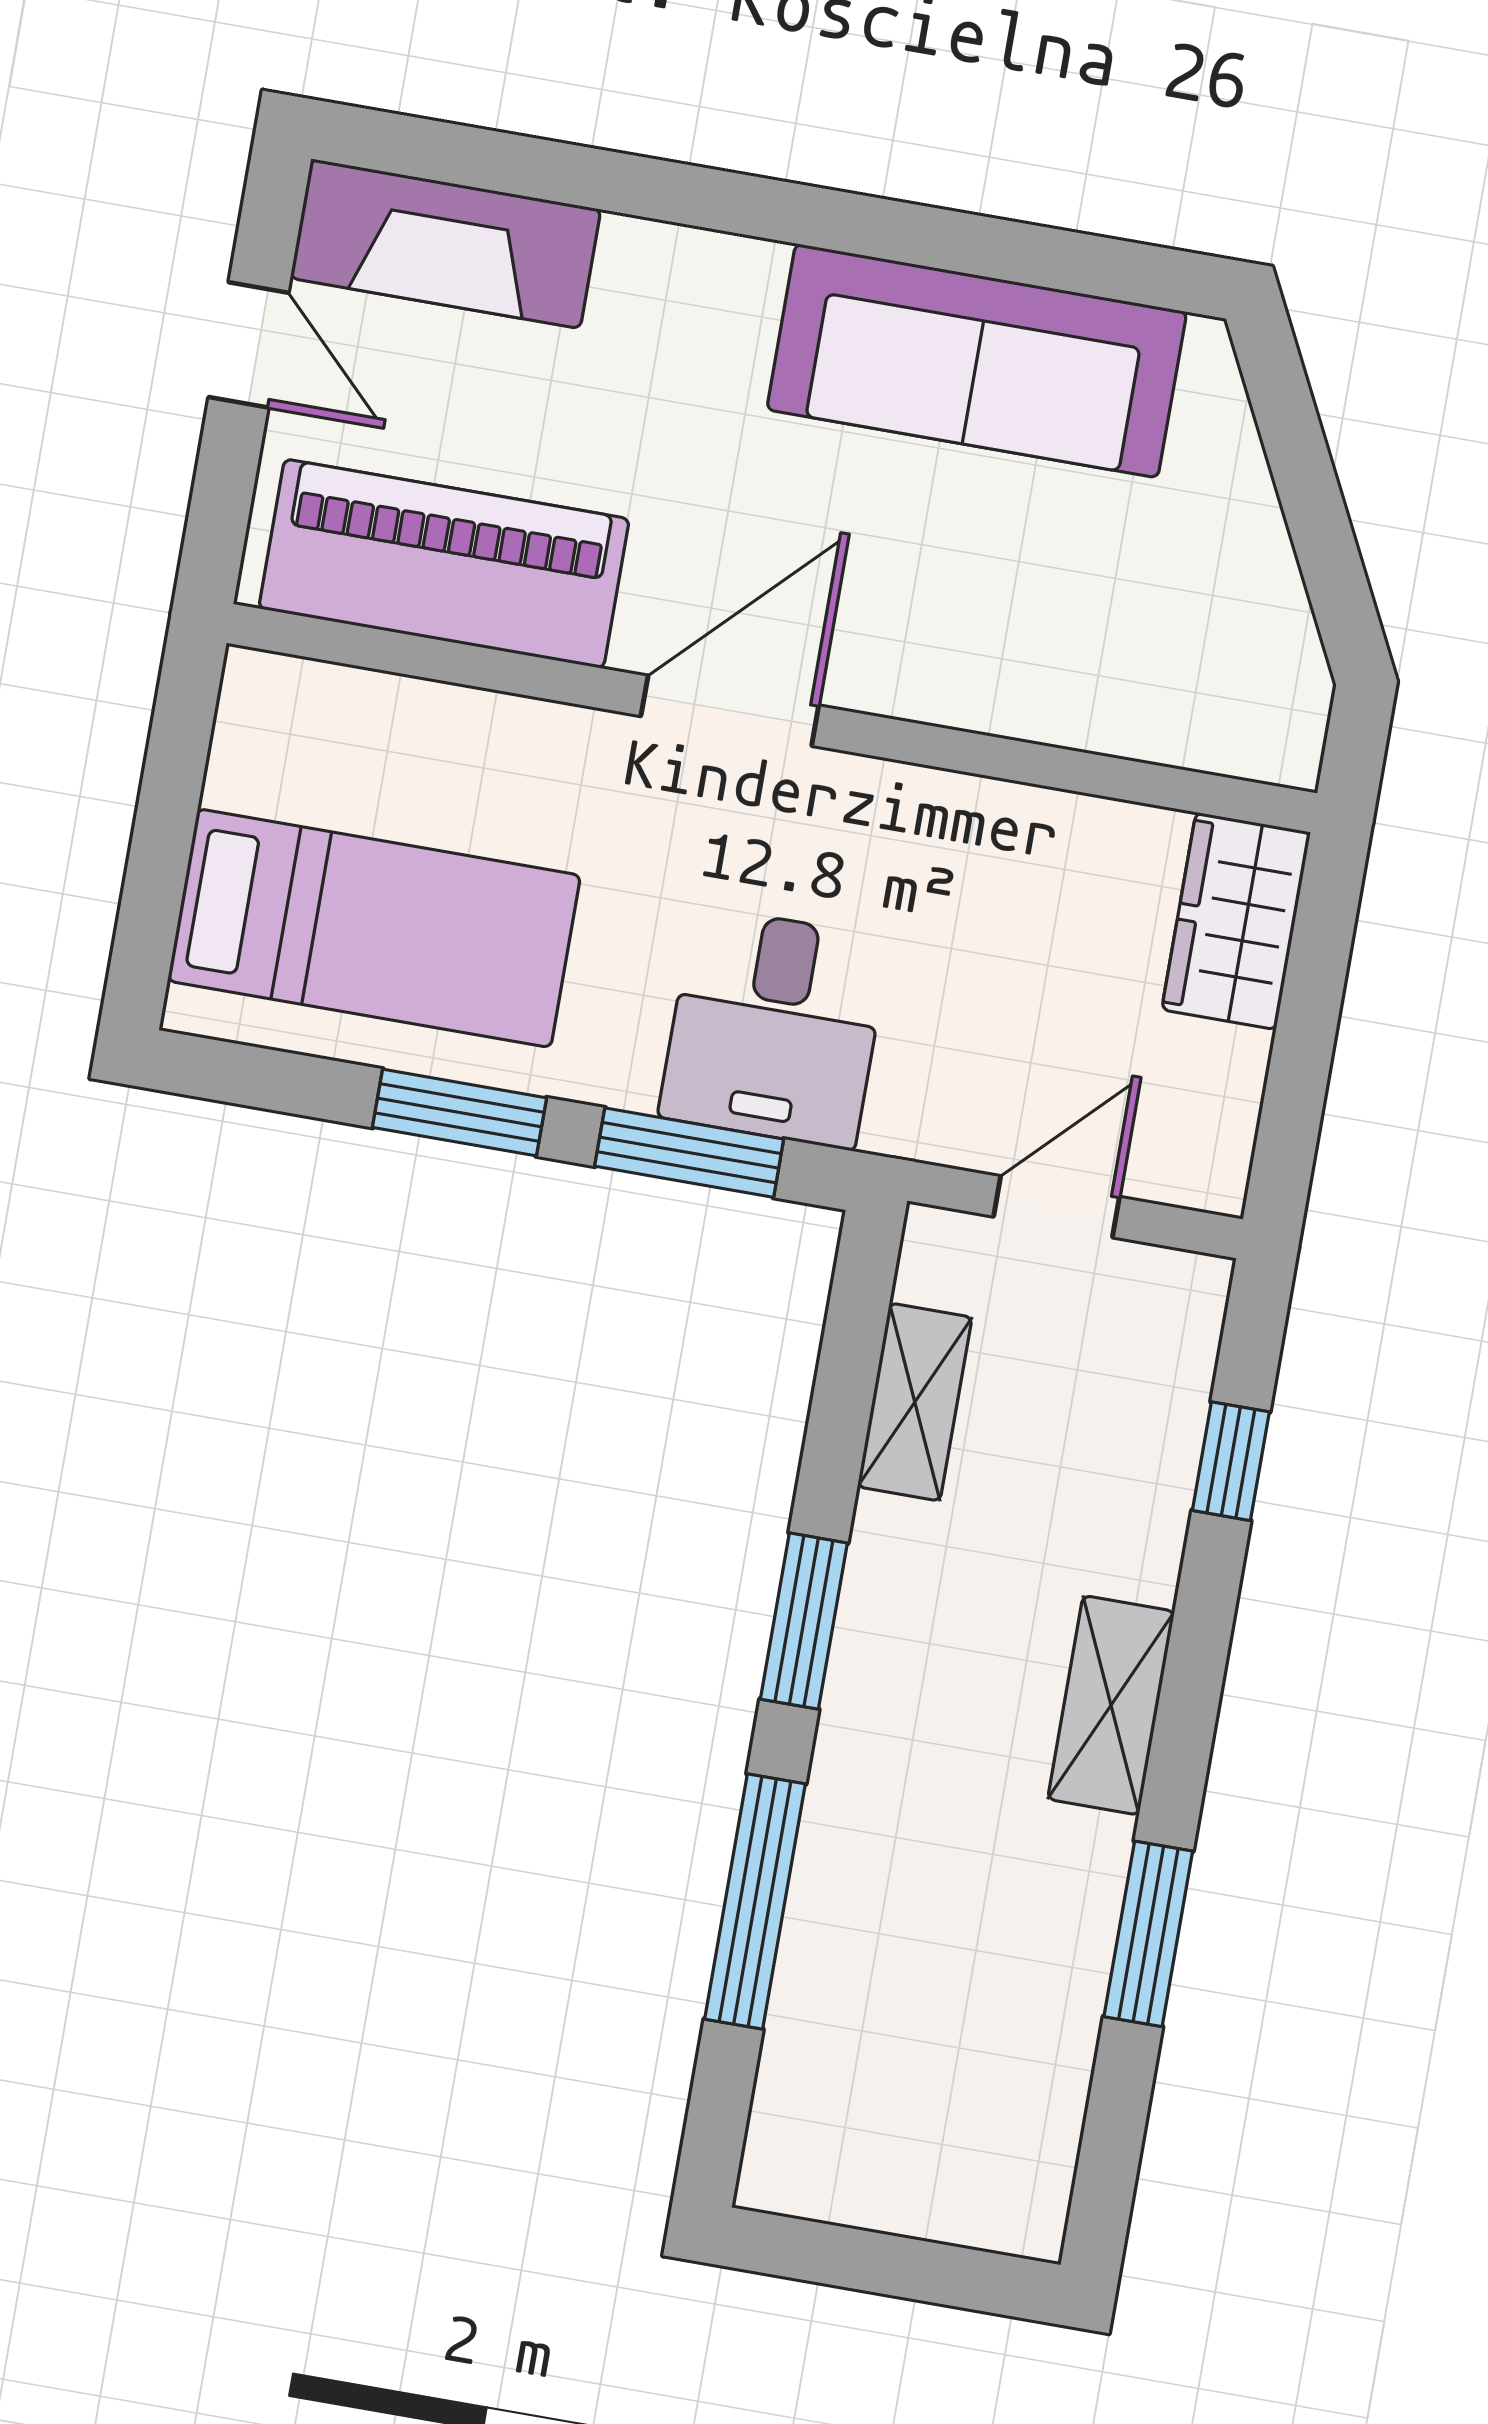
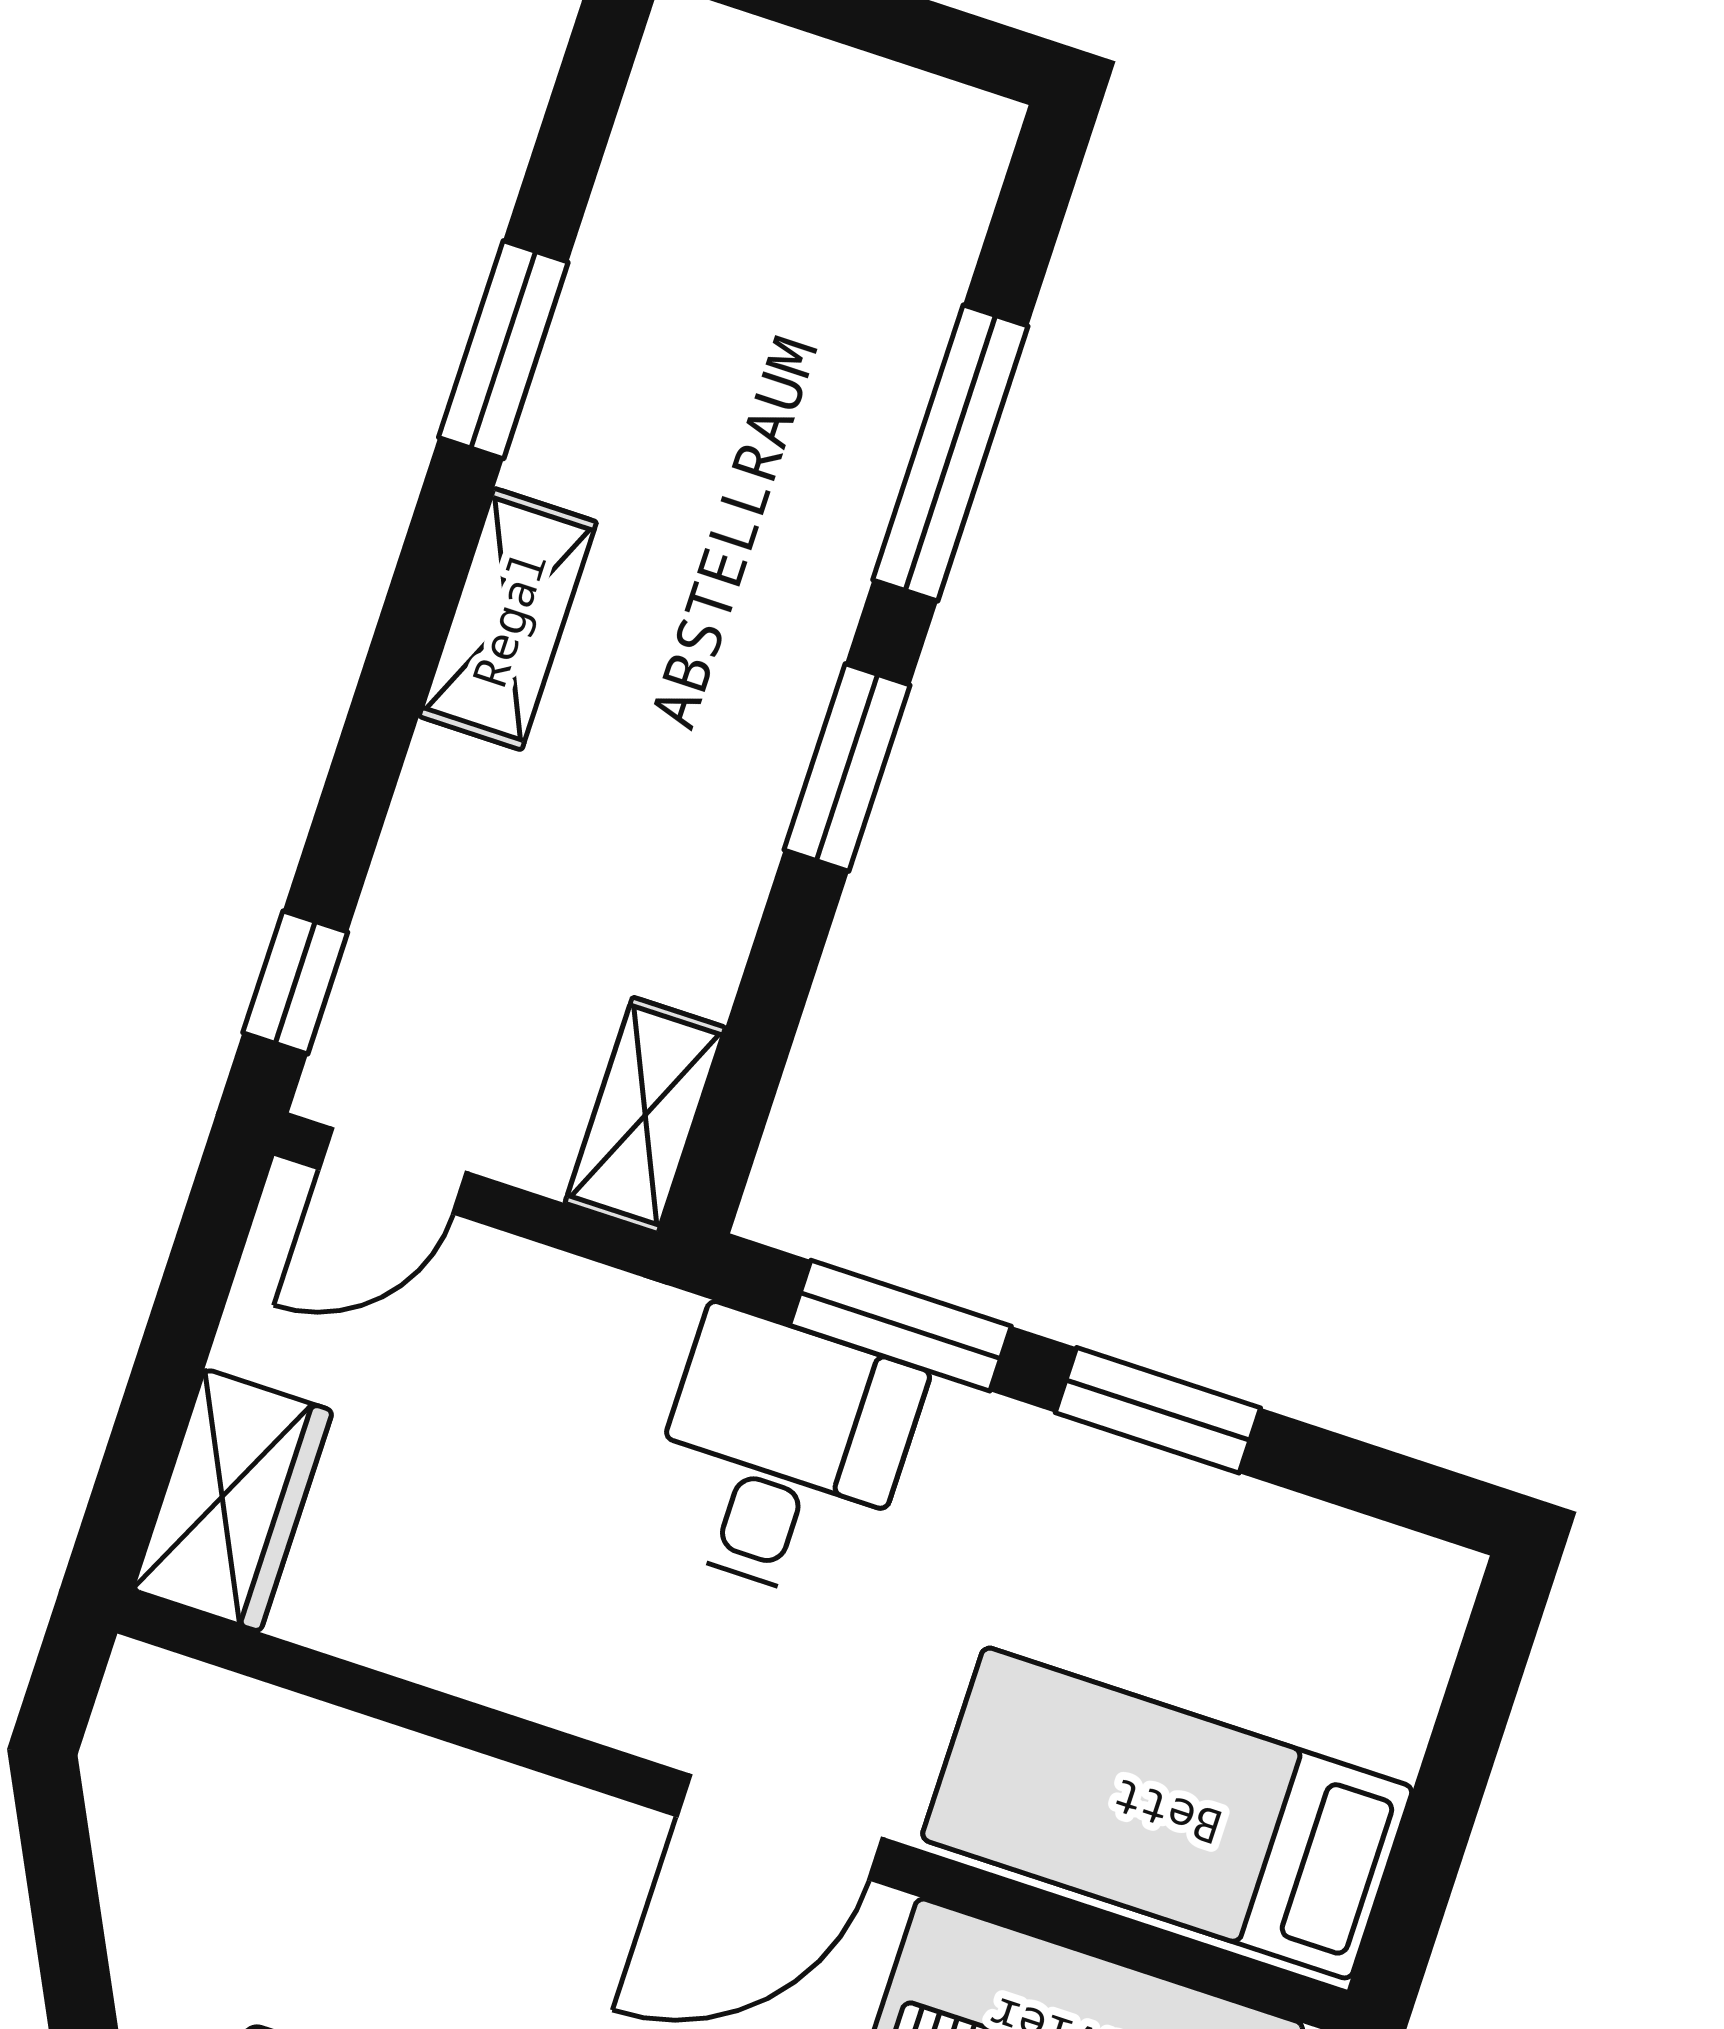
bed: (374, 928) -> (1167, 1813), moved
door: (1056, 1207) -> (393, 1171), moved
shelving: (915, 1402) -> (645, 1115), moved
window: (1231, 1461) -> (295, 982), moved

